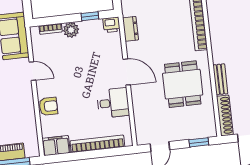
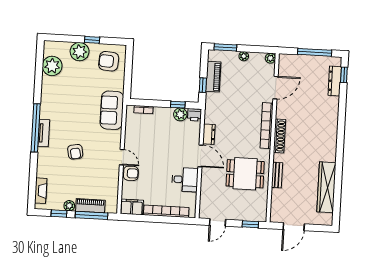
dresser: (130, 29) -> (209, 134), moved
plant: (71, 30) -> (180, 114), moved
door: (32, 71) -> (122, 157), moved
dining table: (183, 84) -> (245, 174), turned 90
shoe rack: (225, 115) -> (279, 136), moved

